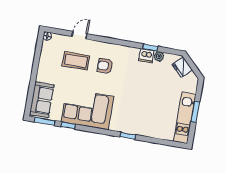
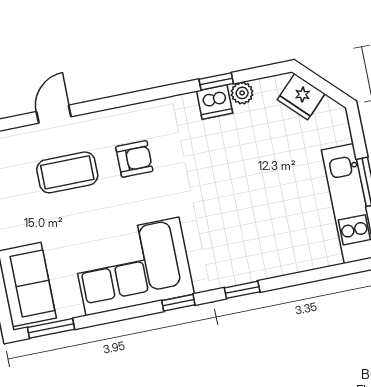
armchair: (105, 66) -> (134, 159), turned 180
window: (68, 125) -> (178, 303), moved

